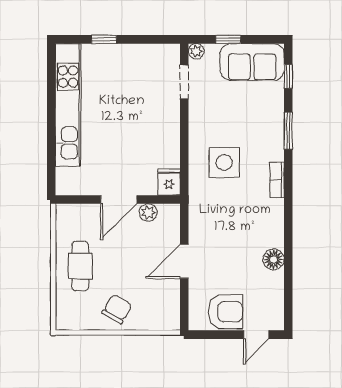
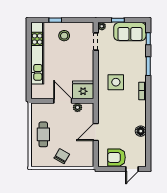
stool: (122, 70) -> (64, 36), added
fridge: (169, 182) -> (83, 90), width x1.88, depth x1.34
door: (119, 199) -> (63, 101), swing flipped
armchair: (225, 312) -> (116, 157), turned 180

